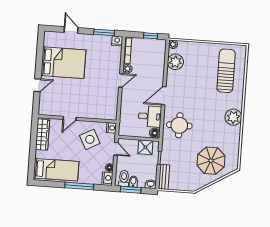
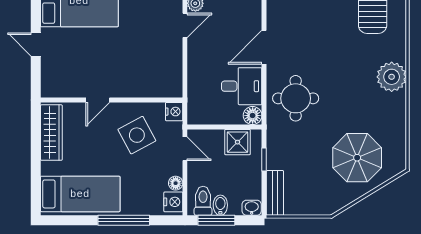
door: (37, 85) -> (36, 45), swing flipped

